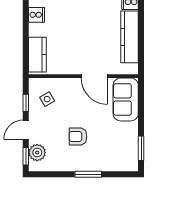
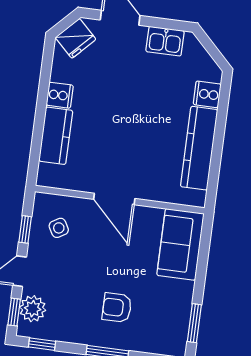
kitchen counter: (37, 55) -> (56, 136), moved
door: (94, 76) -> (114, 199), moved
armchair: (78, 136) -> (117, 308), moved
window: (46, 174) -> (42, 344), added

